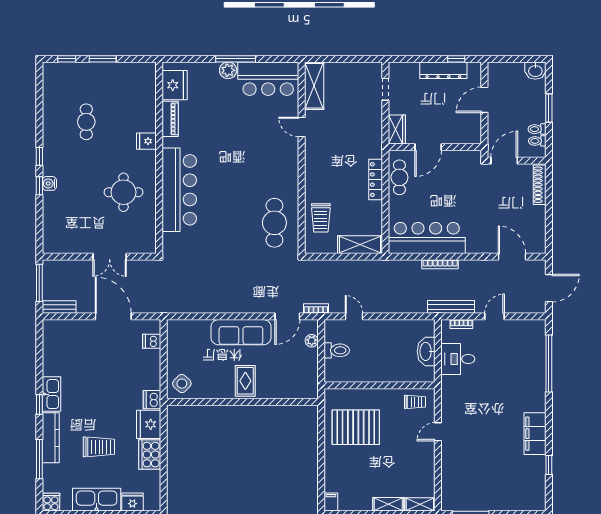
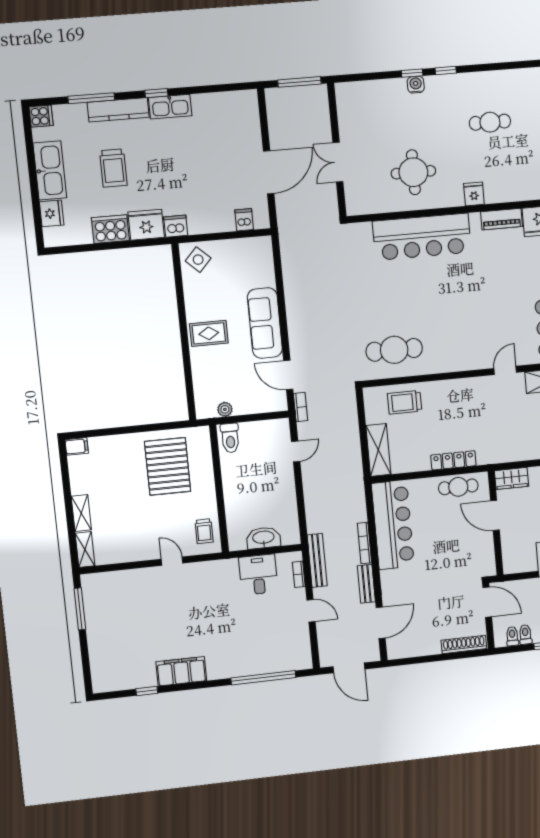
bench: (59, 307) -> (366, 584), moved
plant: (312, 341) -> (225, 409), moved
toilet: (337, 350) -> (230, 438), moved

